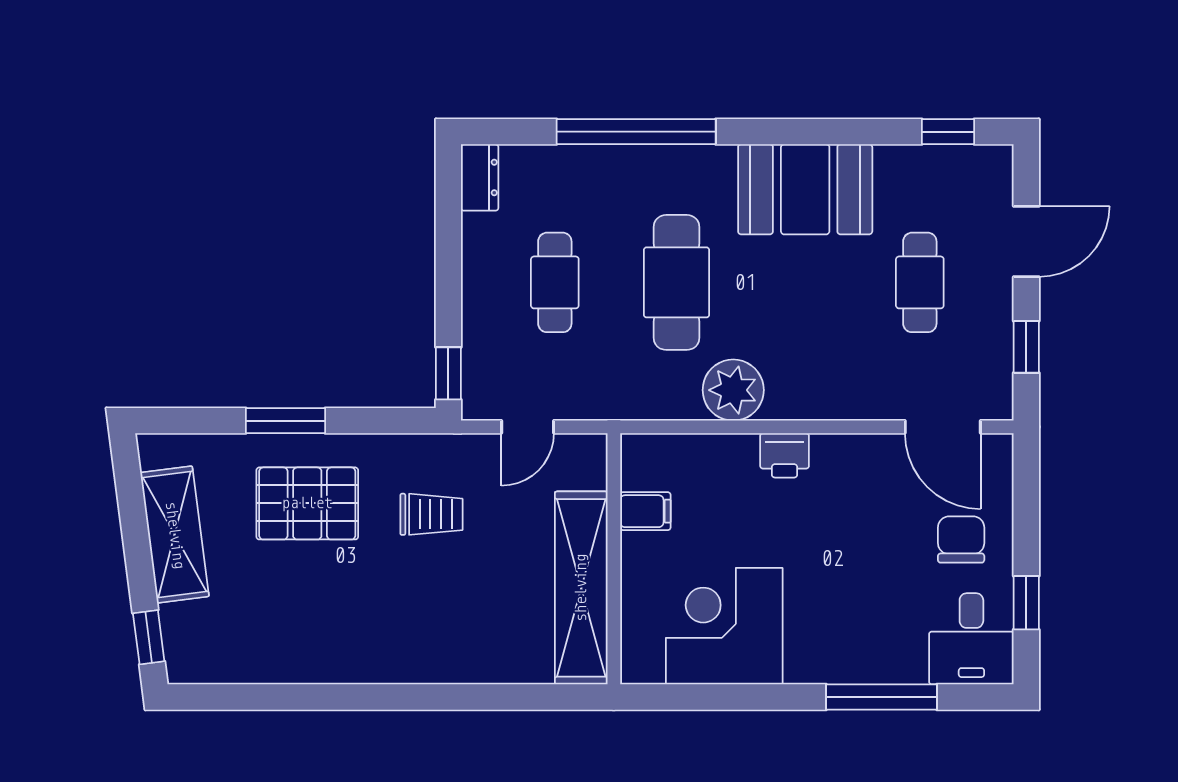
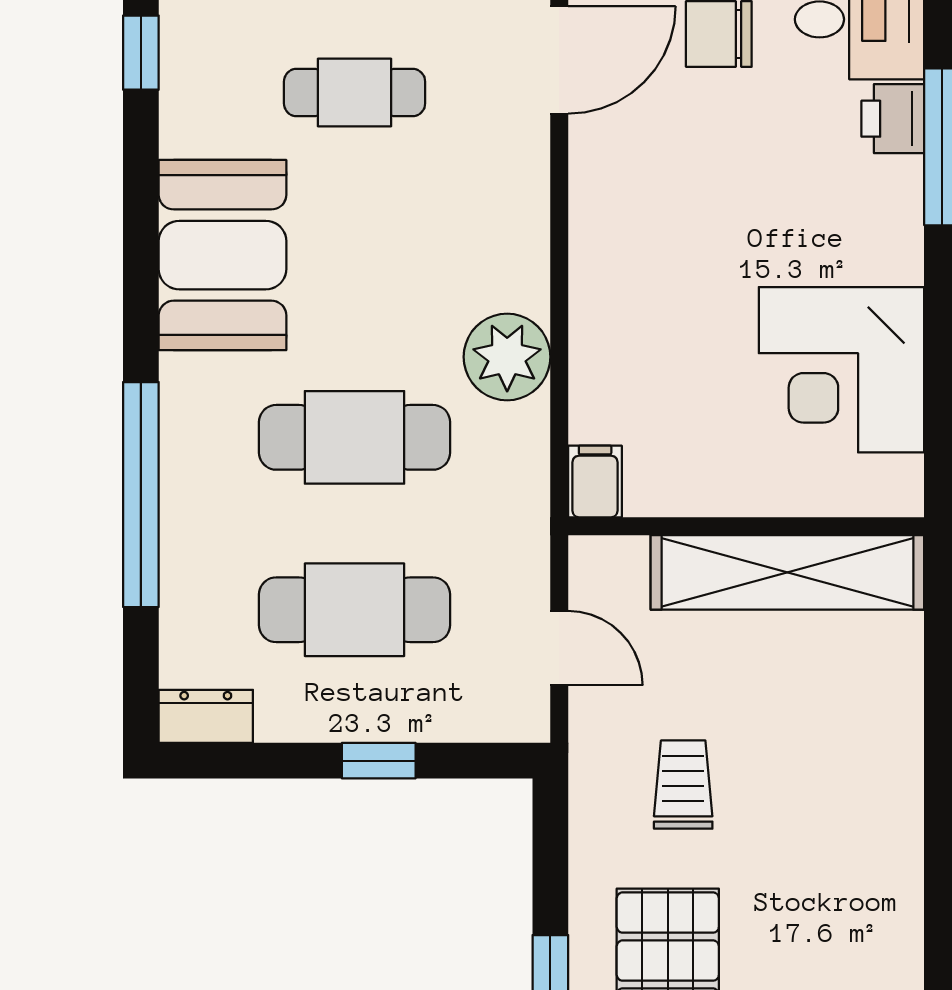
cafe table: (555, 282) -> (355, 610), width x1.37, depth x1.35
window: (448, 373) -> (379, 761), moved
printer: (785, 455) -> (893, 119), moved, turned 180
filing cabinet: (645, 511) -> (595, 481), moved

